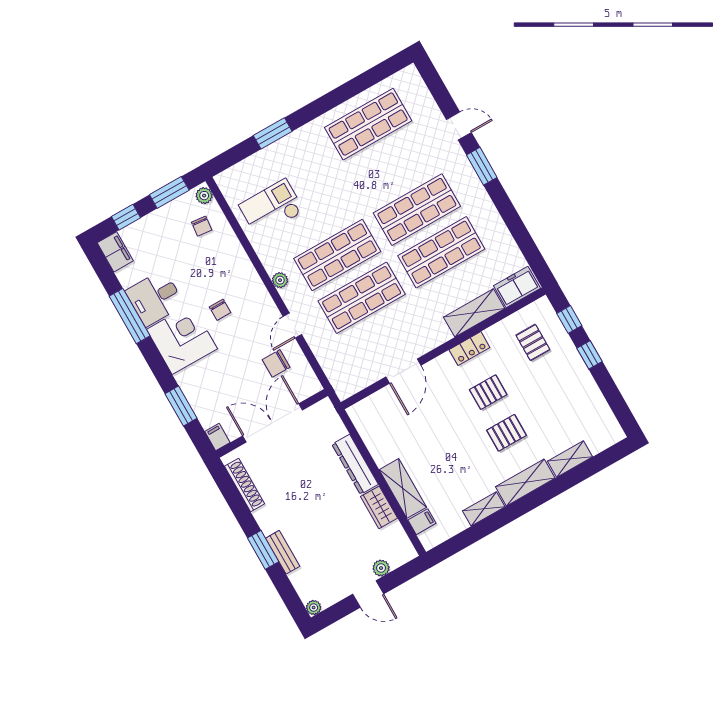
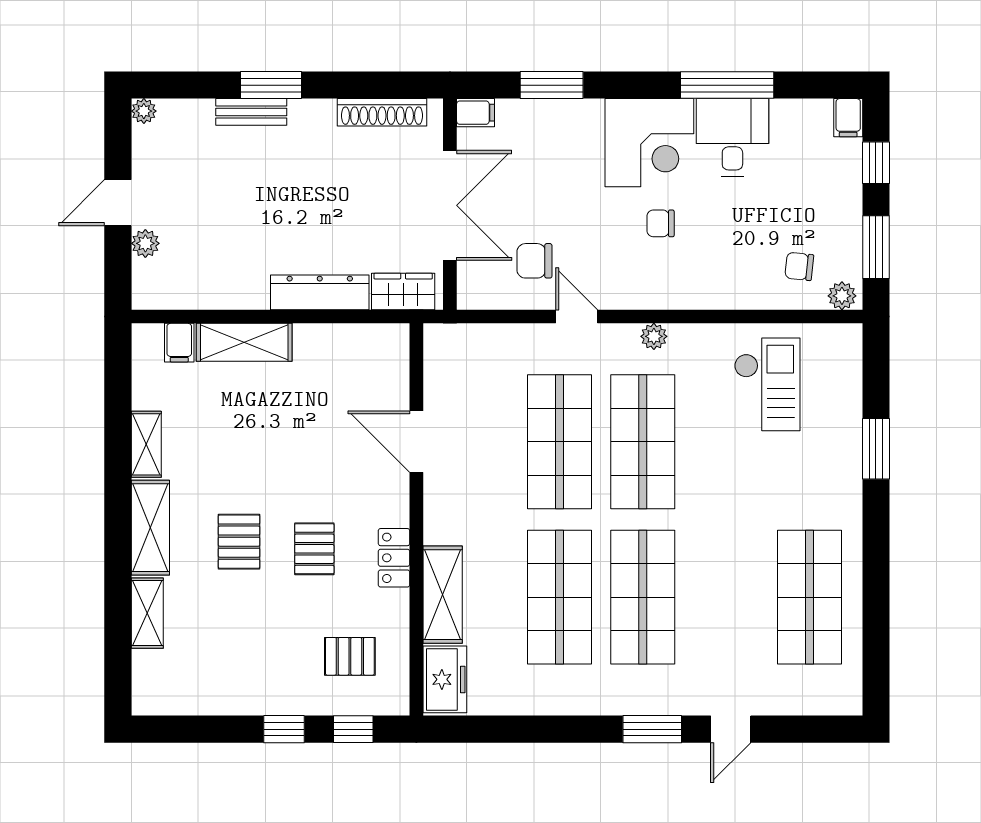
filing cabinet: (115, 252) -> (848, 118), width x0.50
chair: (276, 363) -> (534, 261), turned -90
wardrobe: (379, 507) -> (403, 291), moved

